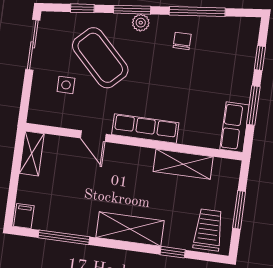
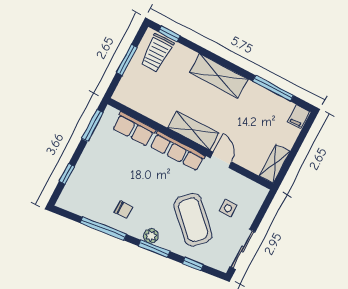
chair: (182, 41) -> (123, 210), turned -90
window: (253, 105) -> (92, 126), moved
row of seats: (235, 127) -> (134, 129), moved, turned 90
shelving: (183, 164) -> (193, 131), moved
window: (173, 252) -> (169, 34), moved

